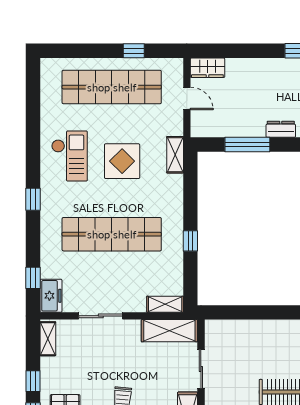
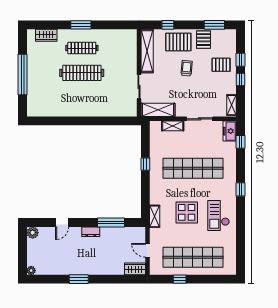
shelving: (165, 304) -> (173, 126), moved

